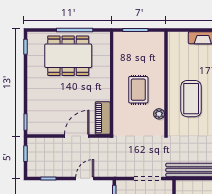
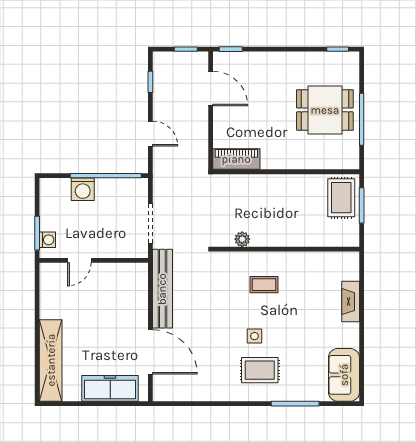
dining table: (68, 56) -> (325, 110), width x0.73
rug: (138, 90) -> (341, 198), moved, turned 90
coffee table: (191, 99) -> (264, 285), width x0.54, depth x0.58
door: (77, 136) -> (211, 88), moved

